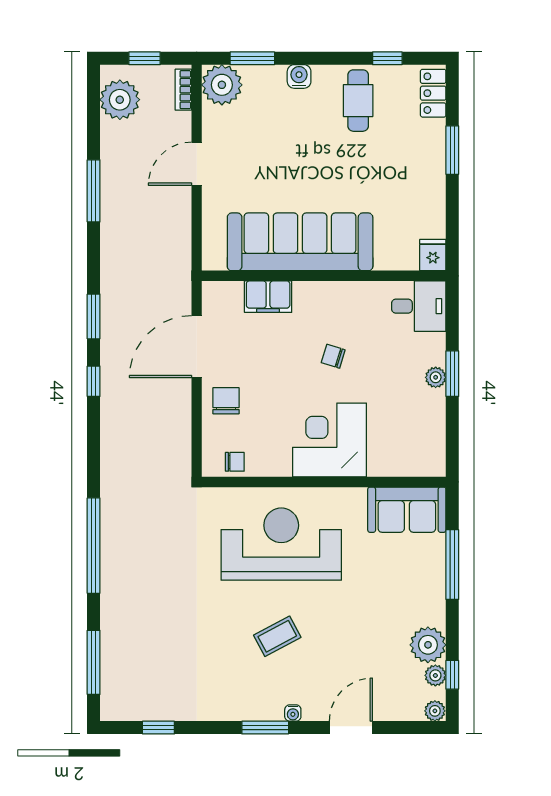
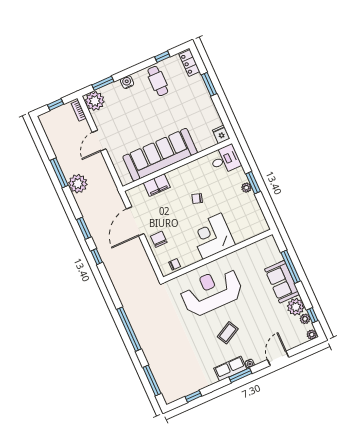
plant: (120, 100) -> (78, 184), moved
sofa: (407, 510) -> (282, 282), moved, turned 90
row of seats: (252, 706) -> (230, 369), added

